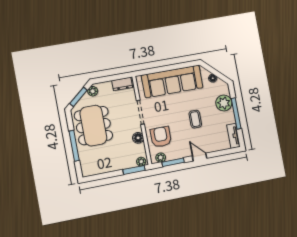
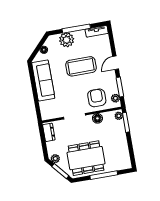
sofa: (172, 81) -> (43, 80), width x0.74, depth x0.79
coffee table: (195, 119) -> (81, 66), width x1.86, depth x1.72
armchair: (161, 137) -> (97, 98), turned 90

